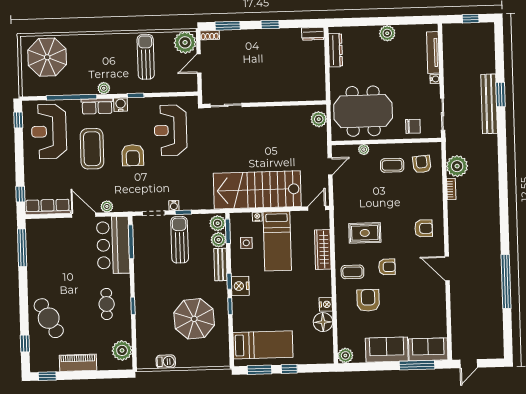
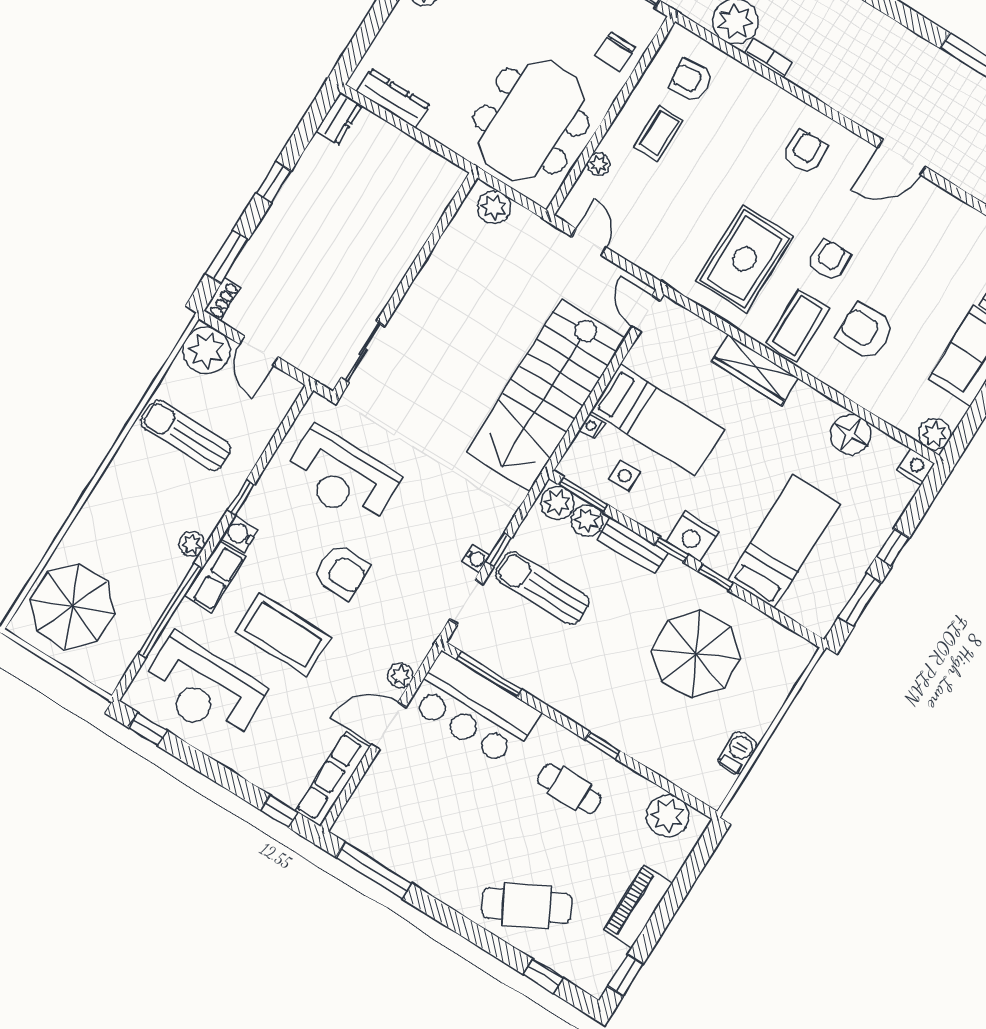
chair: (413, 126) -> (615, 52), turned 180
rug: (365, 233) -> (744, 259), width x1.36, depth x1.43
wardrobe: (323, 249) -> (755, 370), moved
coffee table: (352, 272) -> (798, 325), width x1.36, depth x1.30
nightstand: (326, 304) -> (916, 467), moved
bed: (263, 345) -> (784, 542), moved

